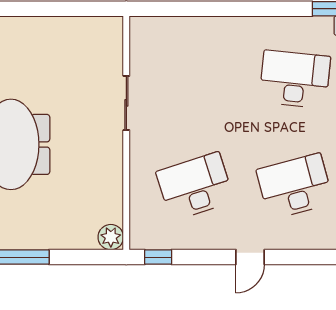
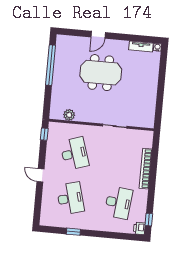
bookcase: (214, 26) -> (146, 169), added
plant: (111, 237) -> (69, 115), moved

